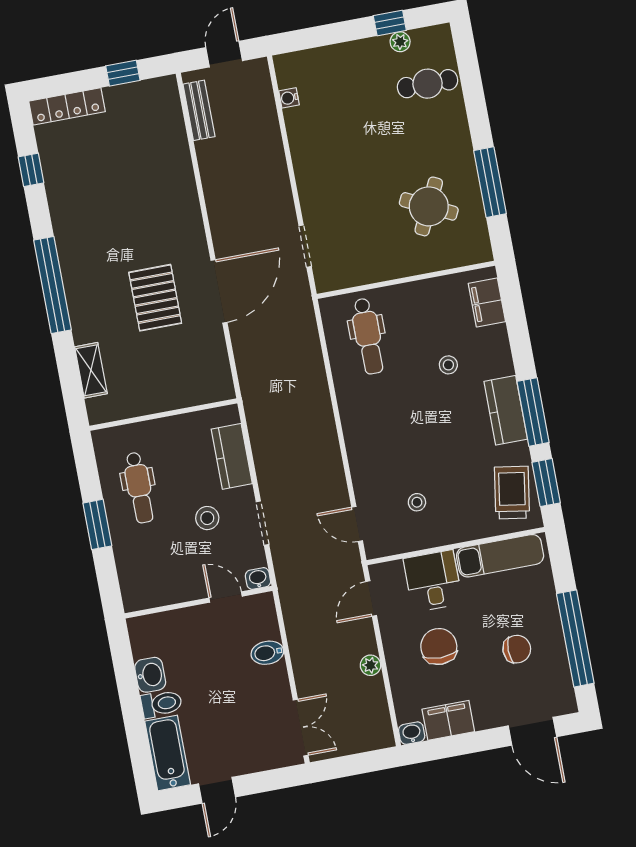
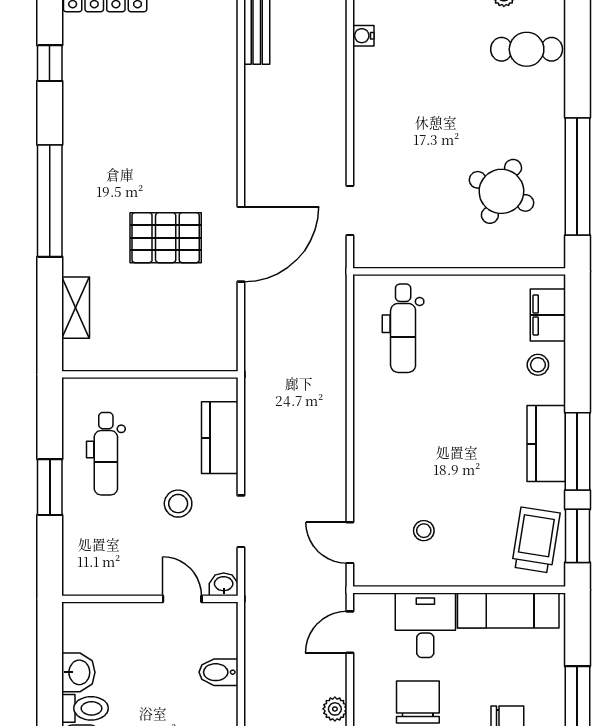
window: (490, 182) -> (577, 177), width x1.46
pallet: (155, 298) -> (166, 238), turned 90
stool: (448, 365) -> (538, 365), moved

